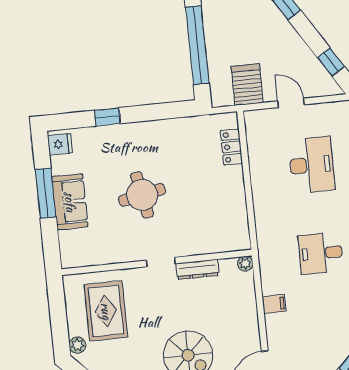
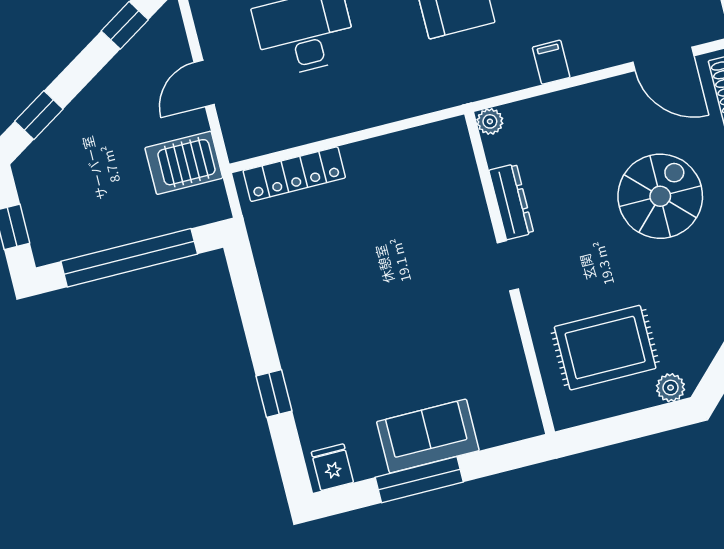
locker: (231, 147) -> (294, 174), width x1.53
round table: (142, 195) -> (398, 314), removed

